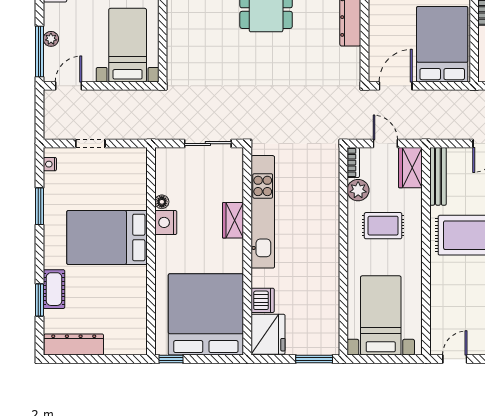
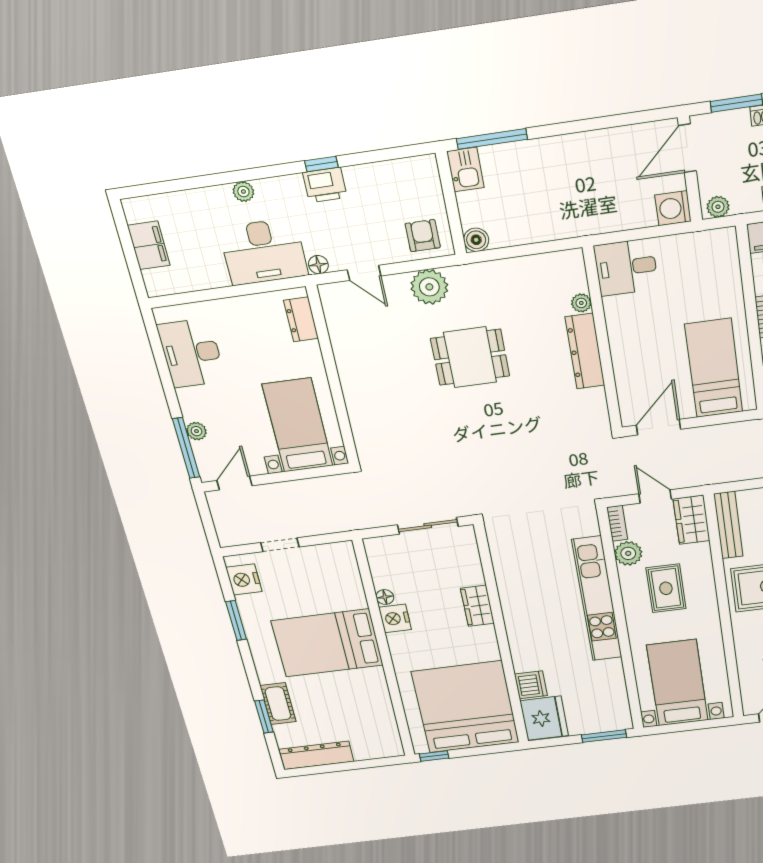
bed: (442, 44) -> (714, 368), width x0.67
nightstand: (50, 164) -> (244, 579), width x1.89, depth x1.79
kitchen unit: (263, 212) -> (597, 599), moved, turned 180
rug: (383, 226) -> (666, 588), turned 90

